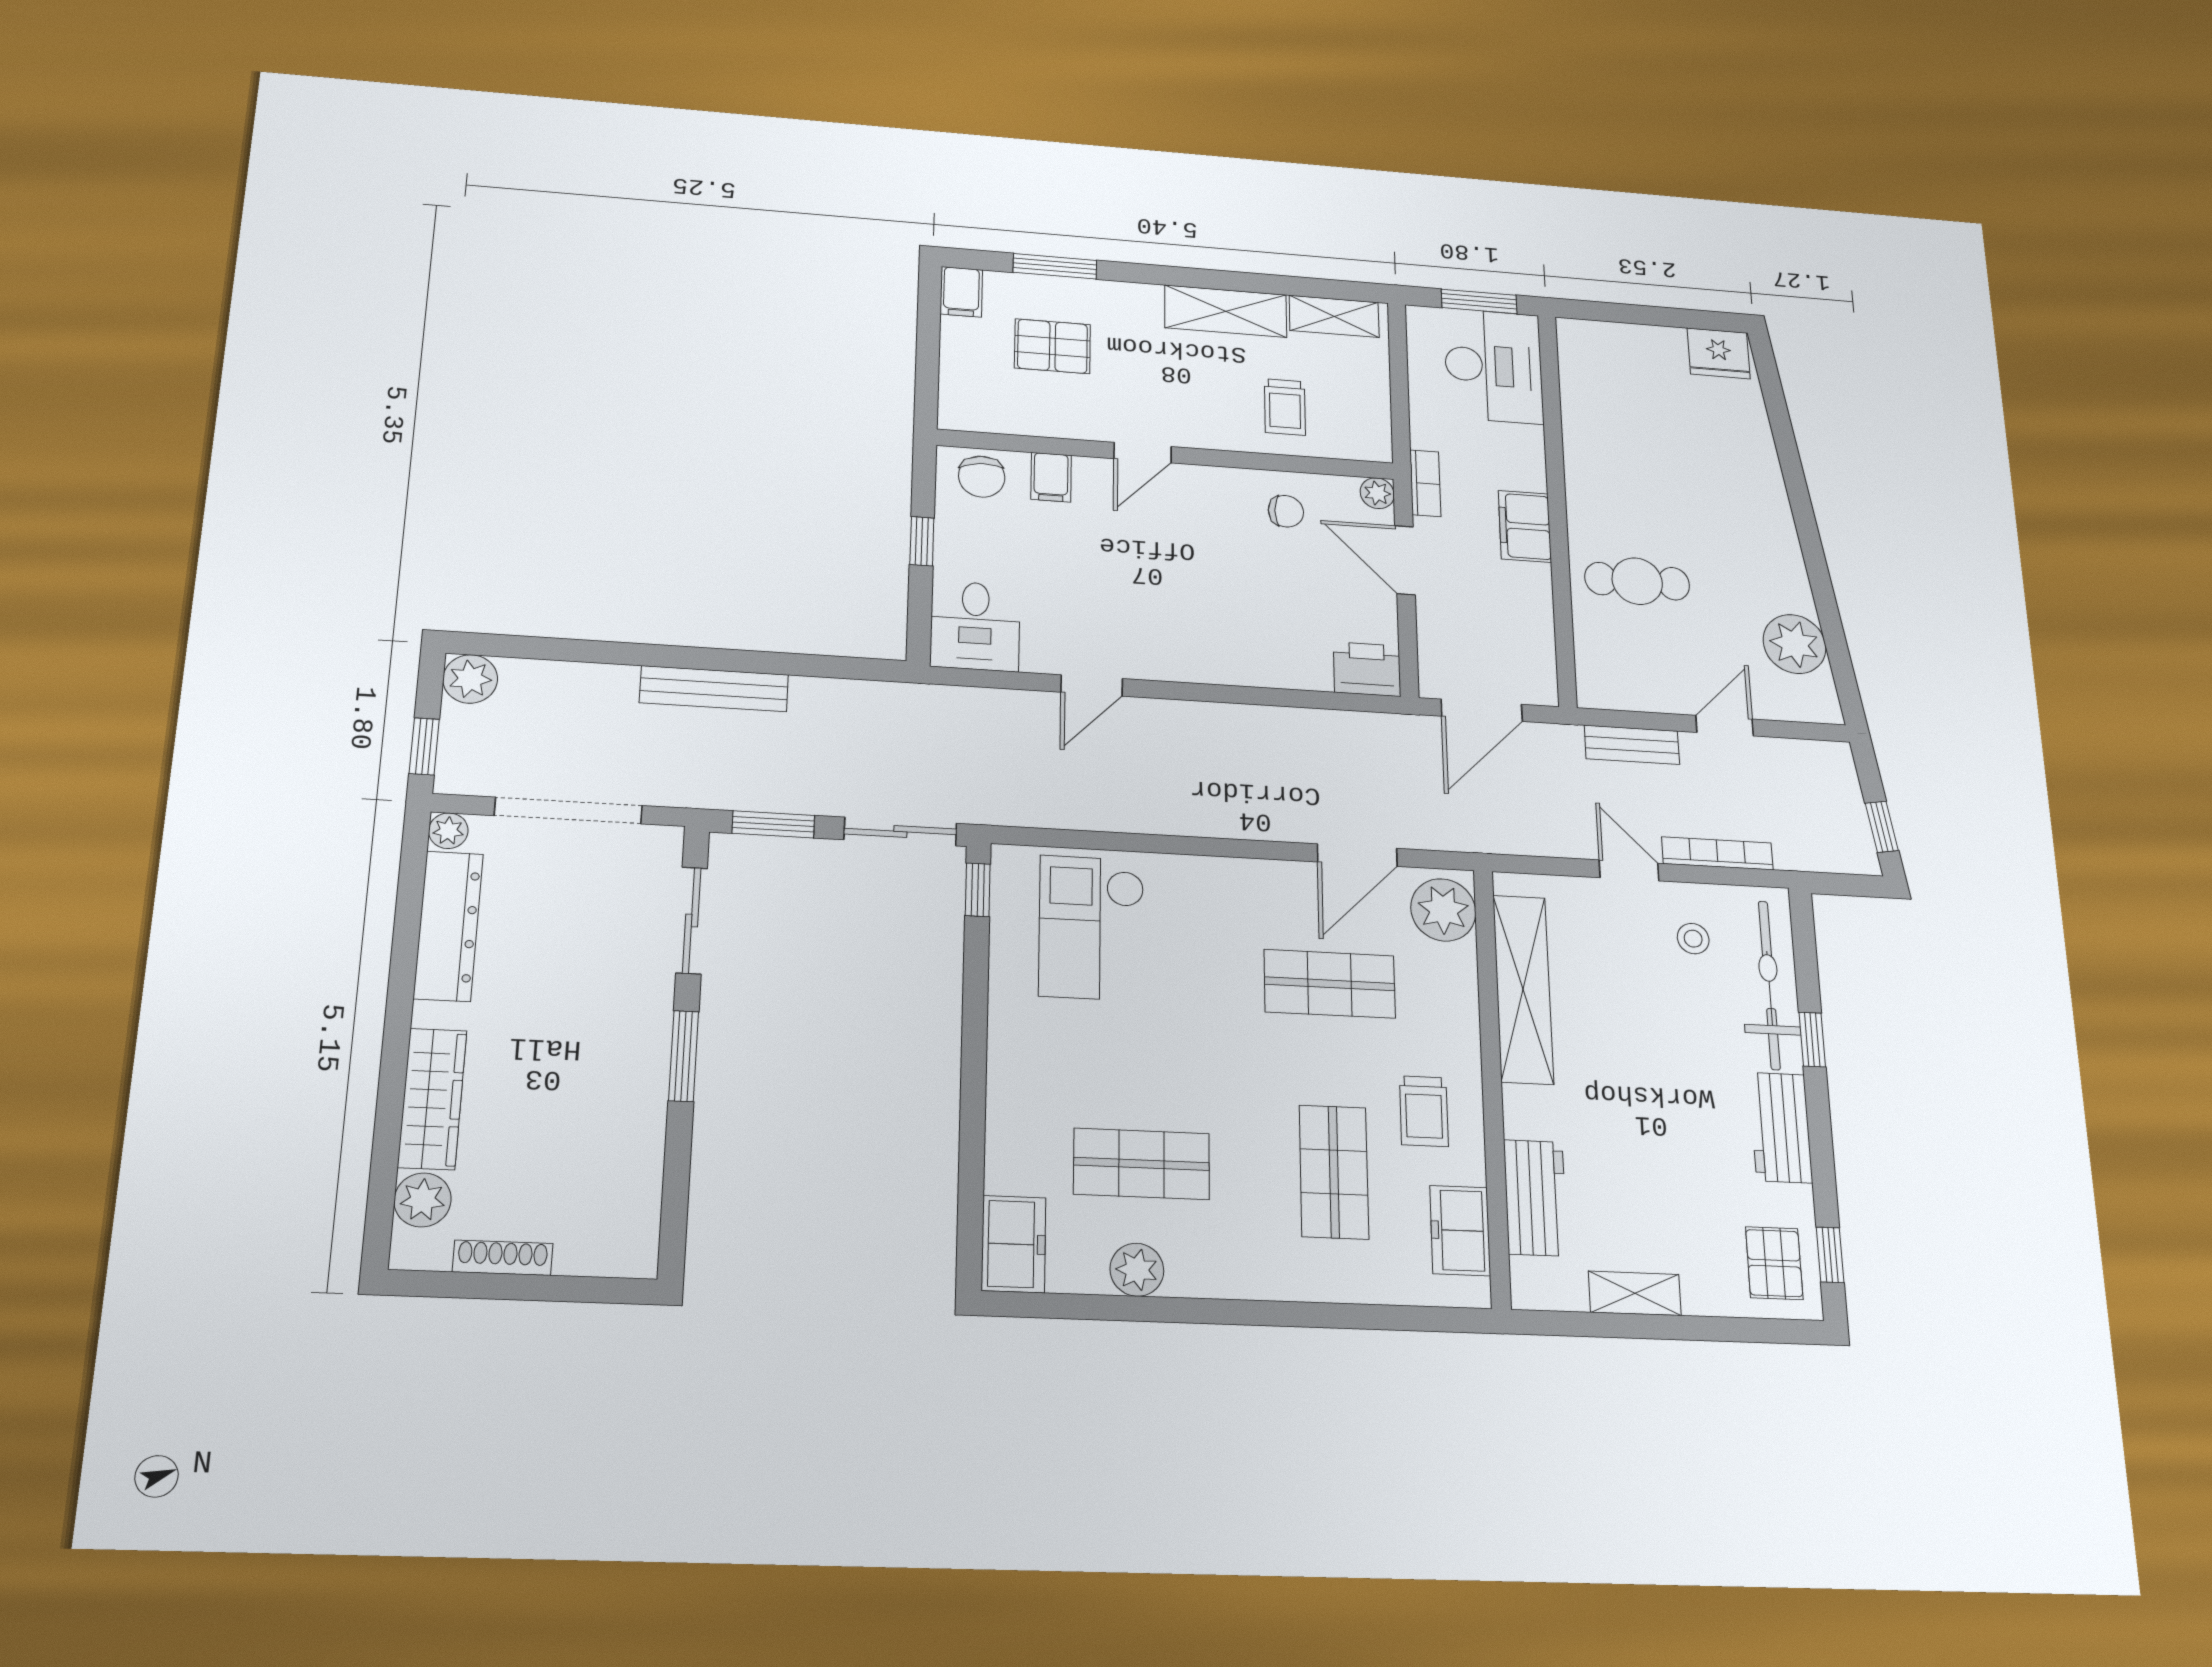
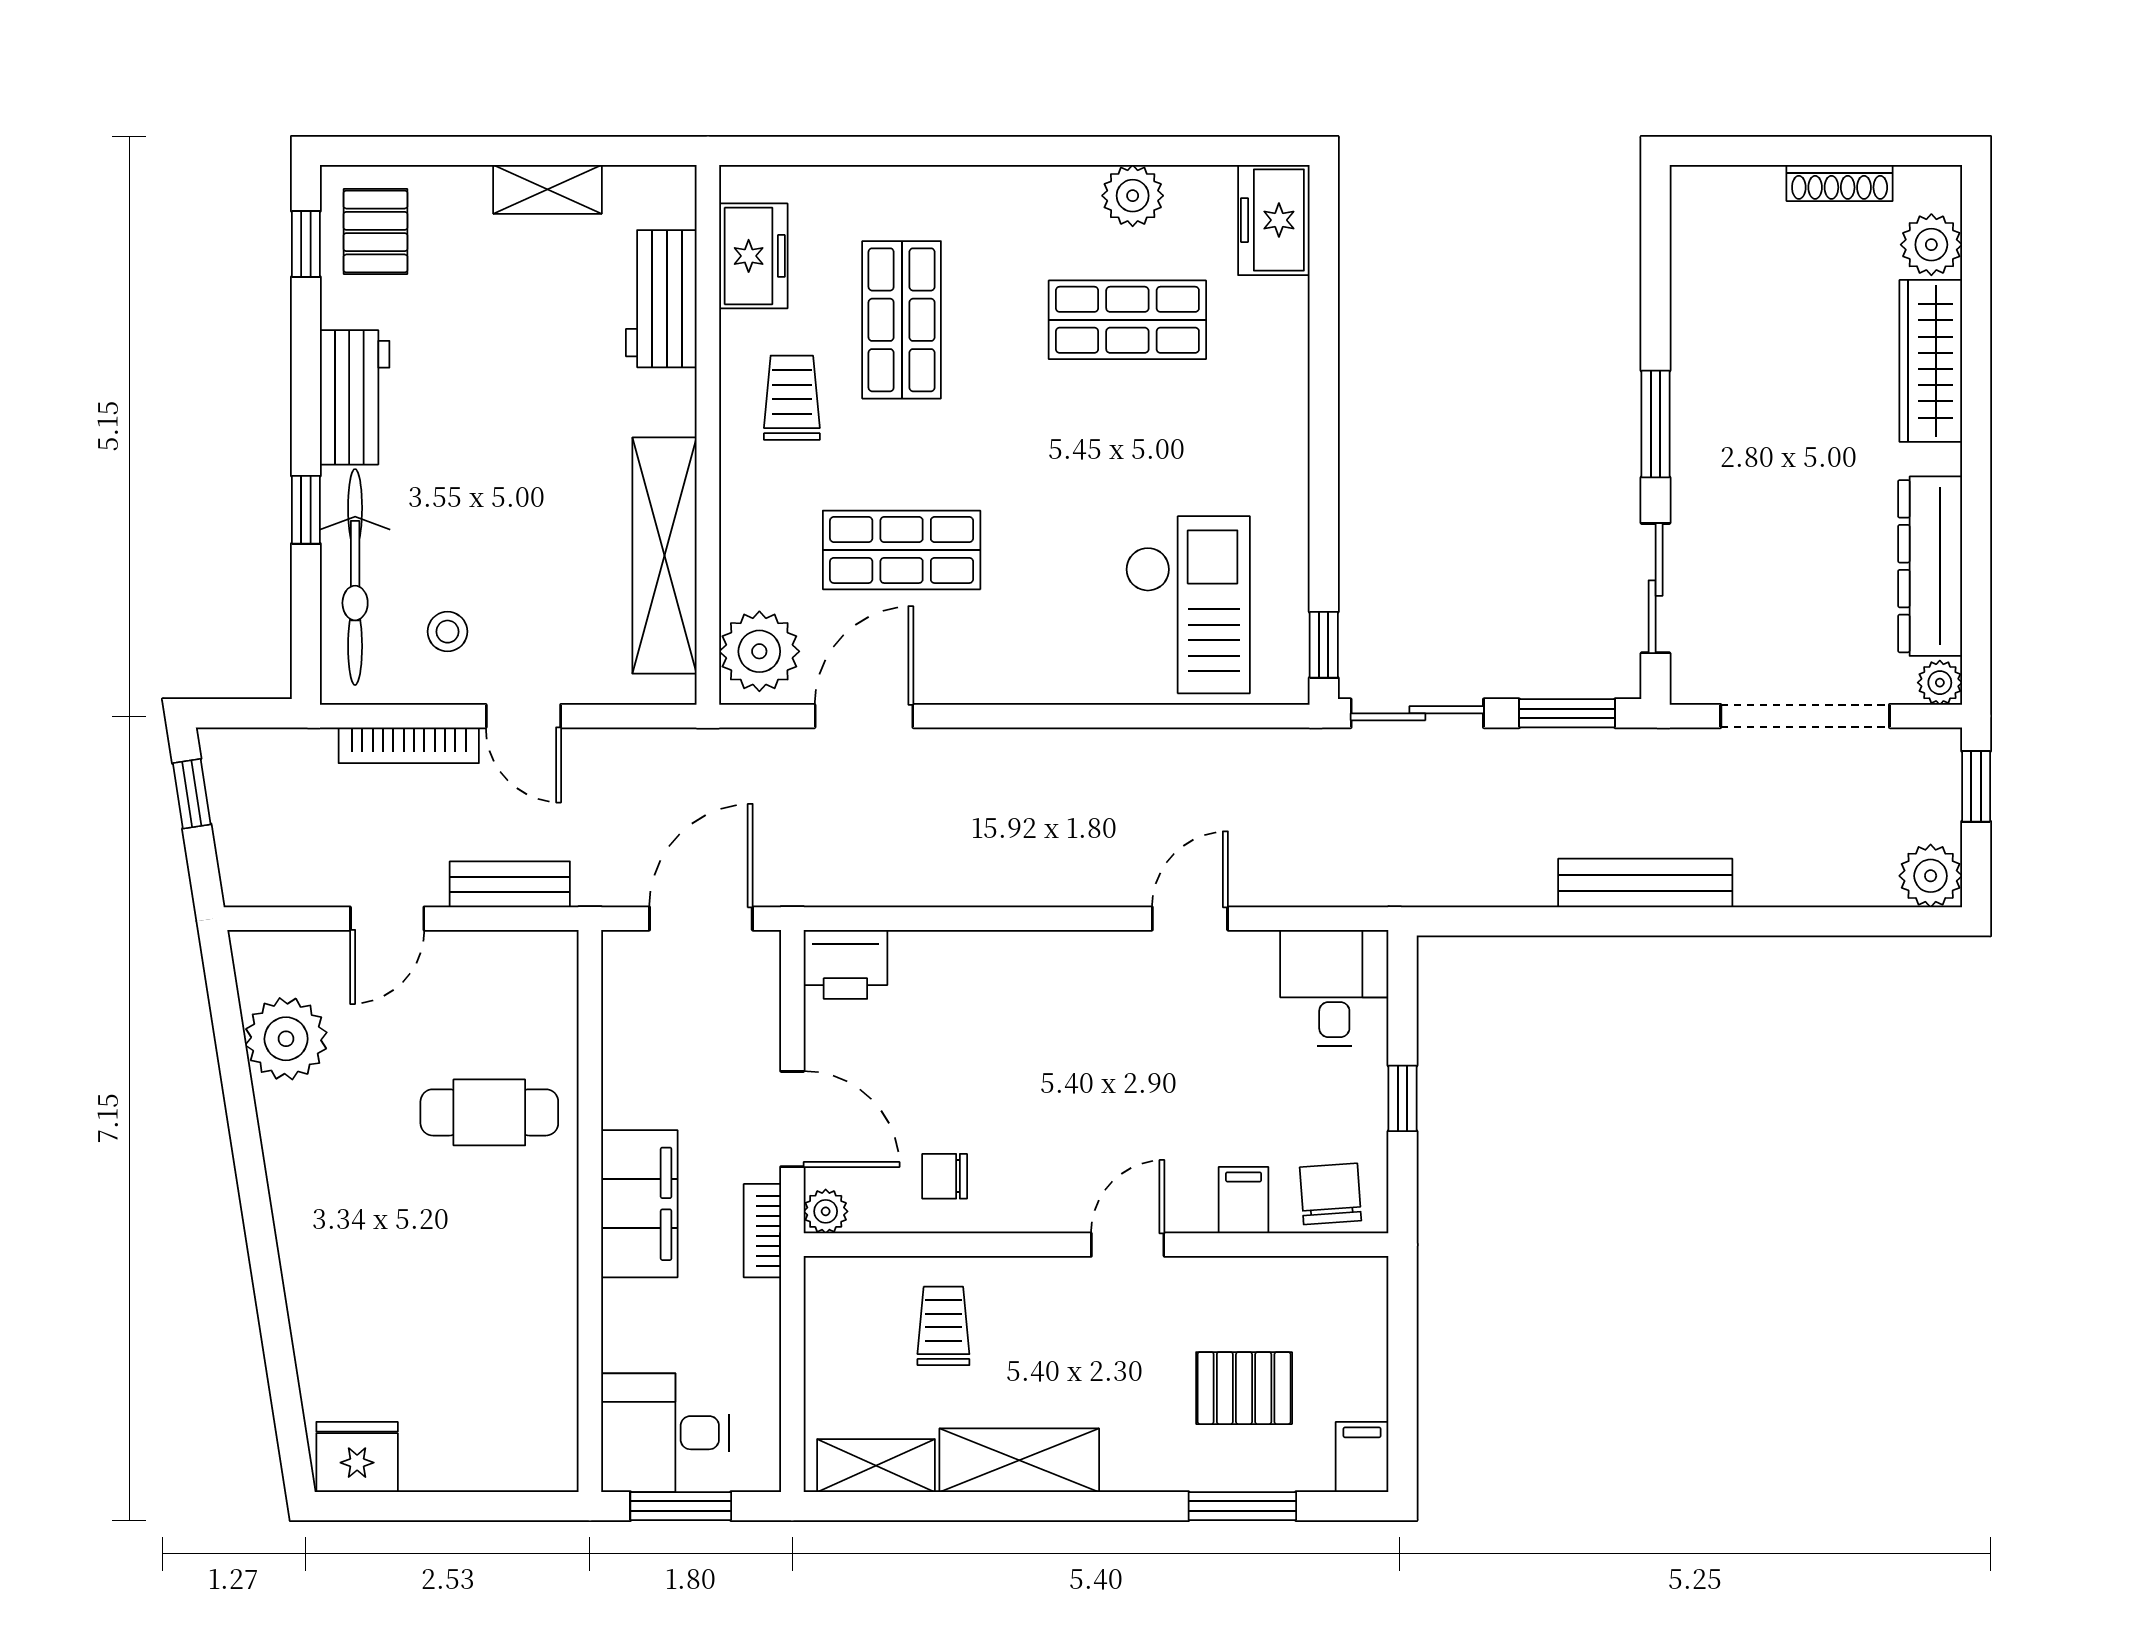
desk: (1494, 366) -> (665, 1433), width x0.73
filing cabinet: (1525, 526) -> (639, 1204), width x1.50, depth x1.17

